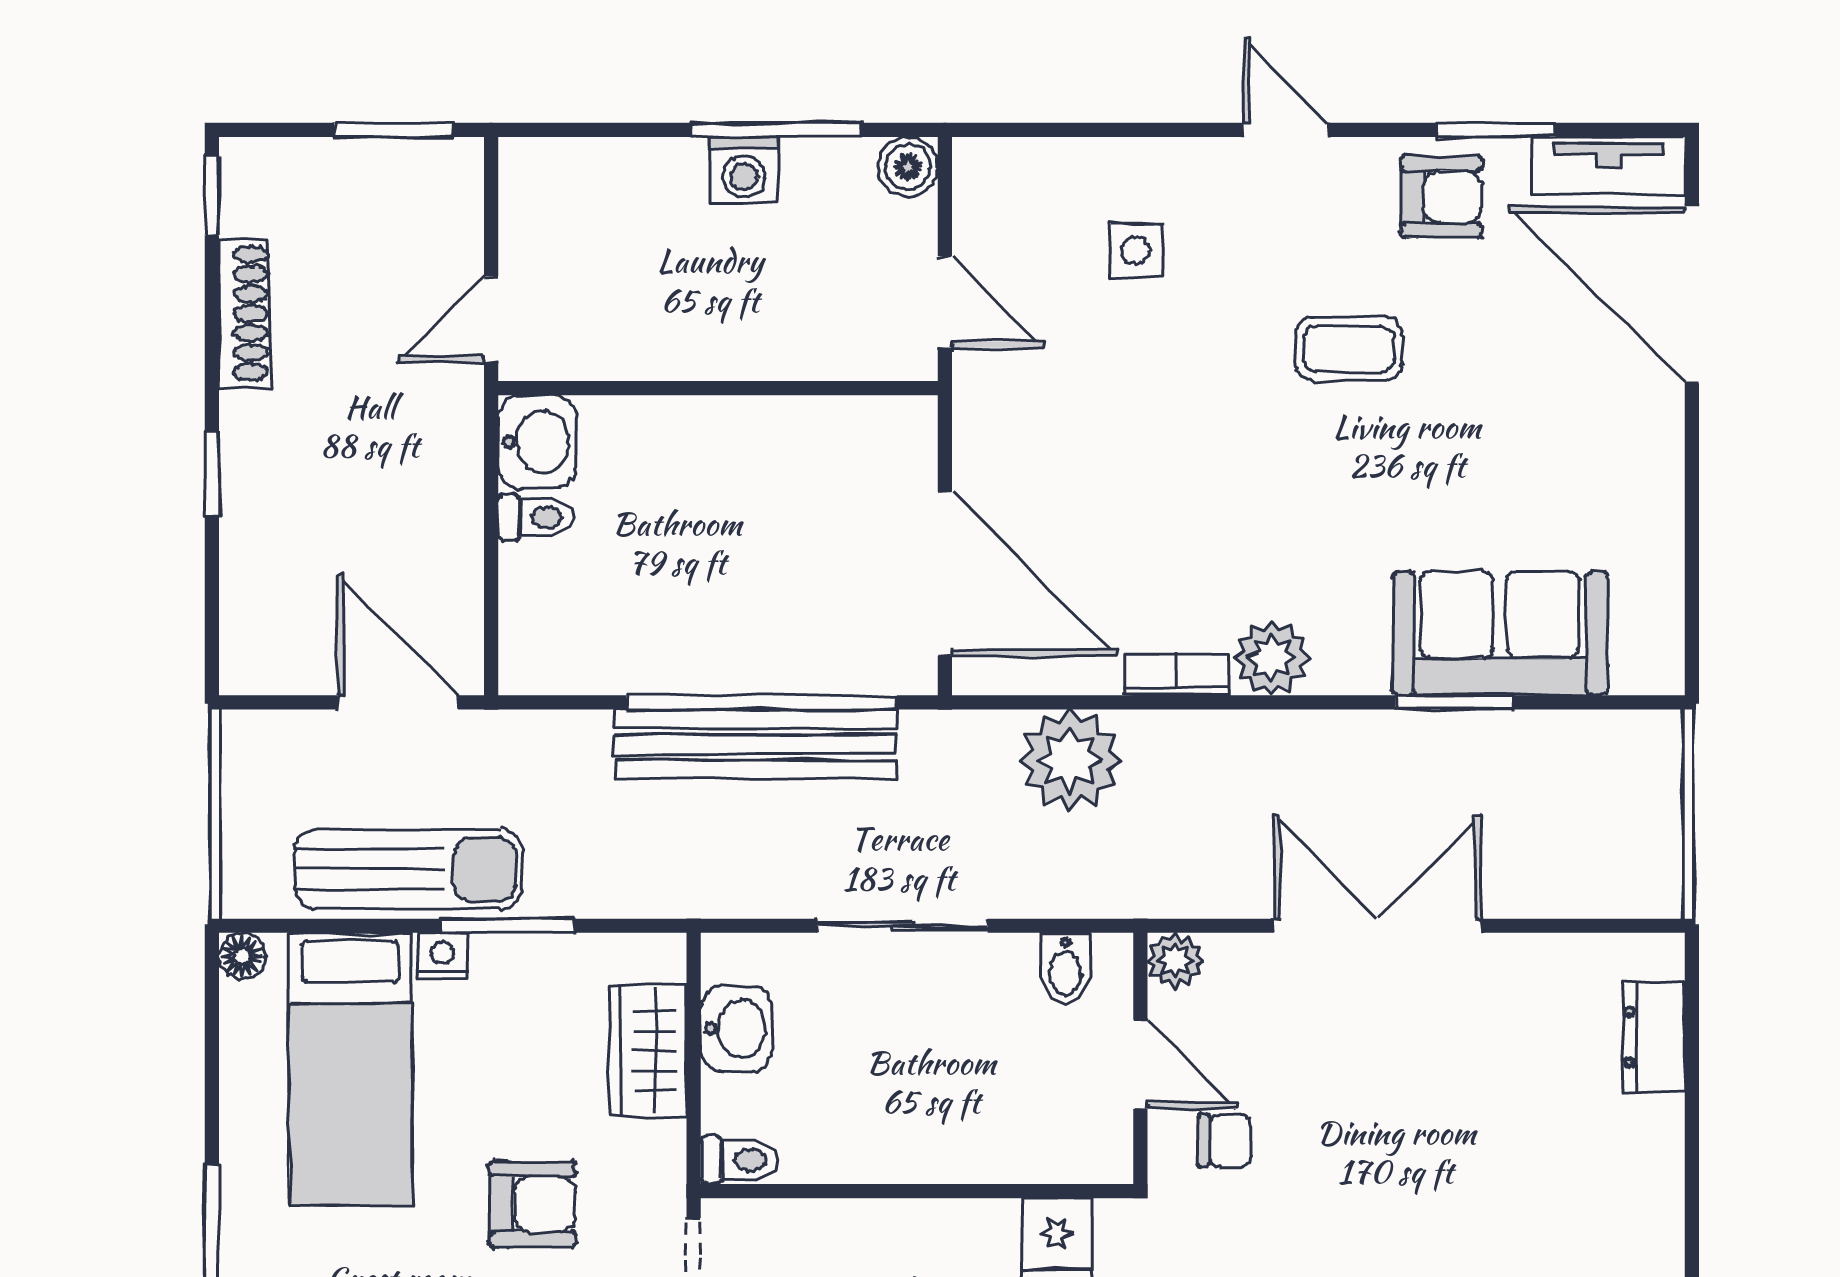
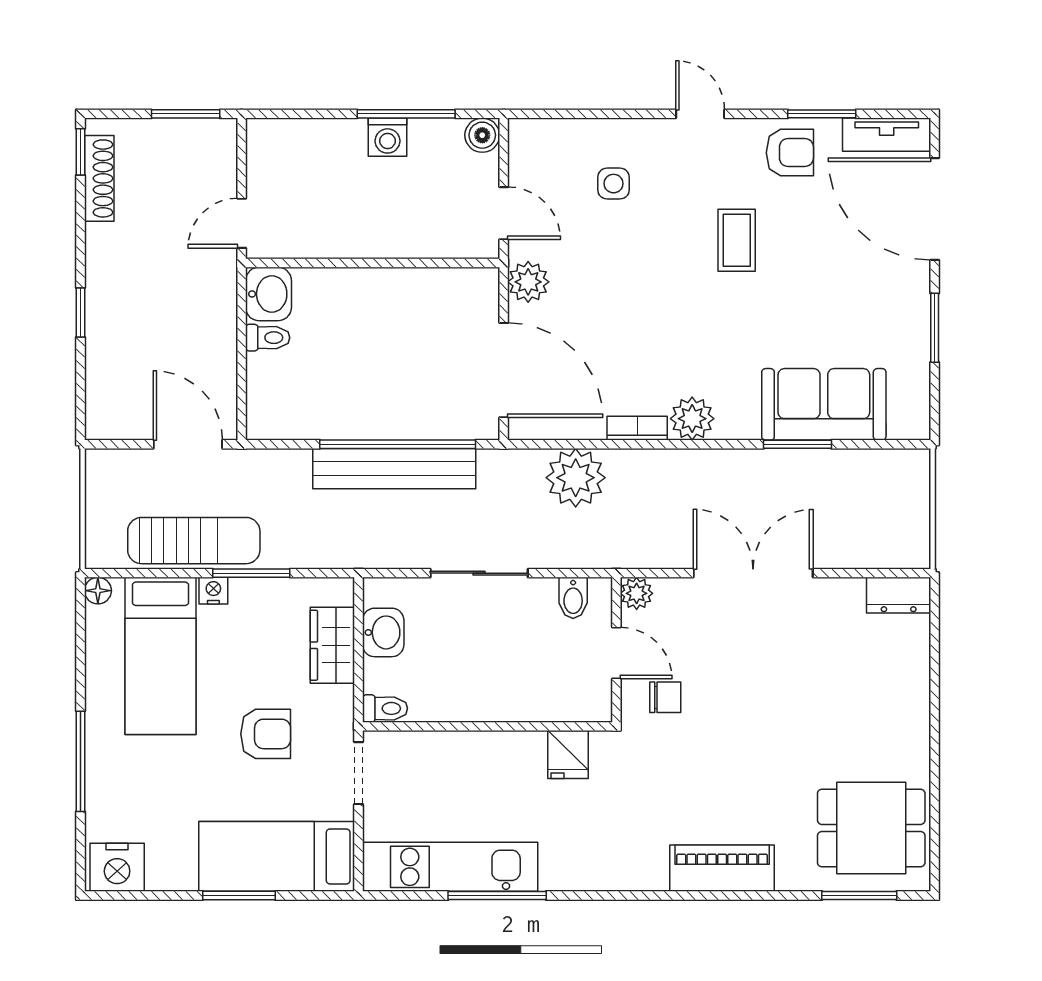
shoe rack: (244, 313) -> (99, 178), moved
coffee table: (1349, 349) -> (737, 240), turned 90
plant: (988, 421) -> (528, 282), added
window: (1692, 500) -> (935, 328), added
dresser: (1654, 1037) -> (899, 595), moved, turned -90

